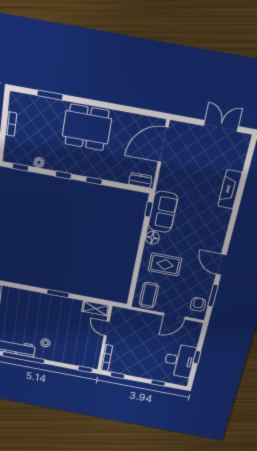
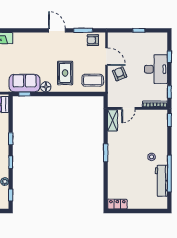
door: (221, 265) -> (57, 30), swing flipped
armchair: (150, 327) -> (120, 74), added
desk: (179, 361) -> (156, 69), moved, turned 90

